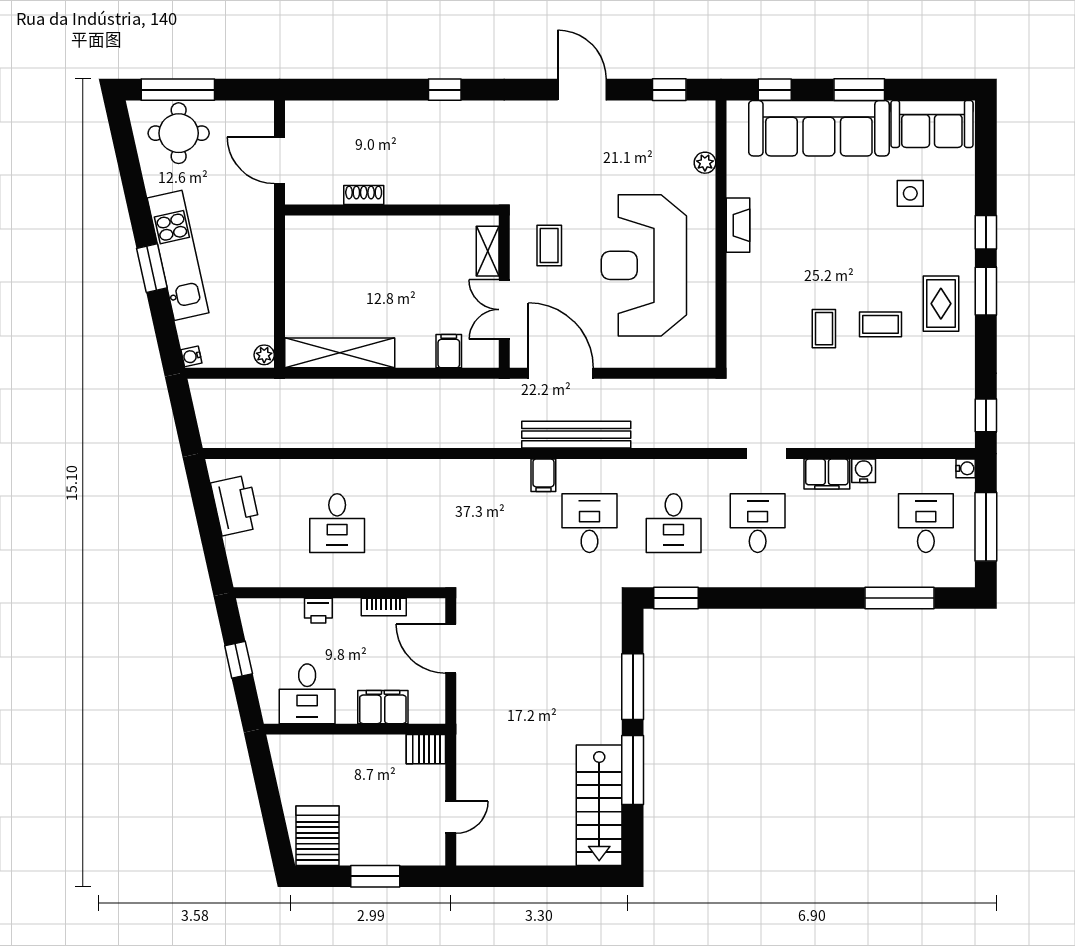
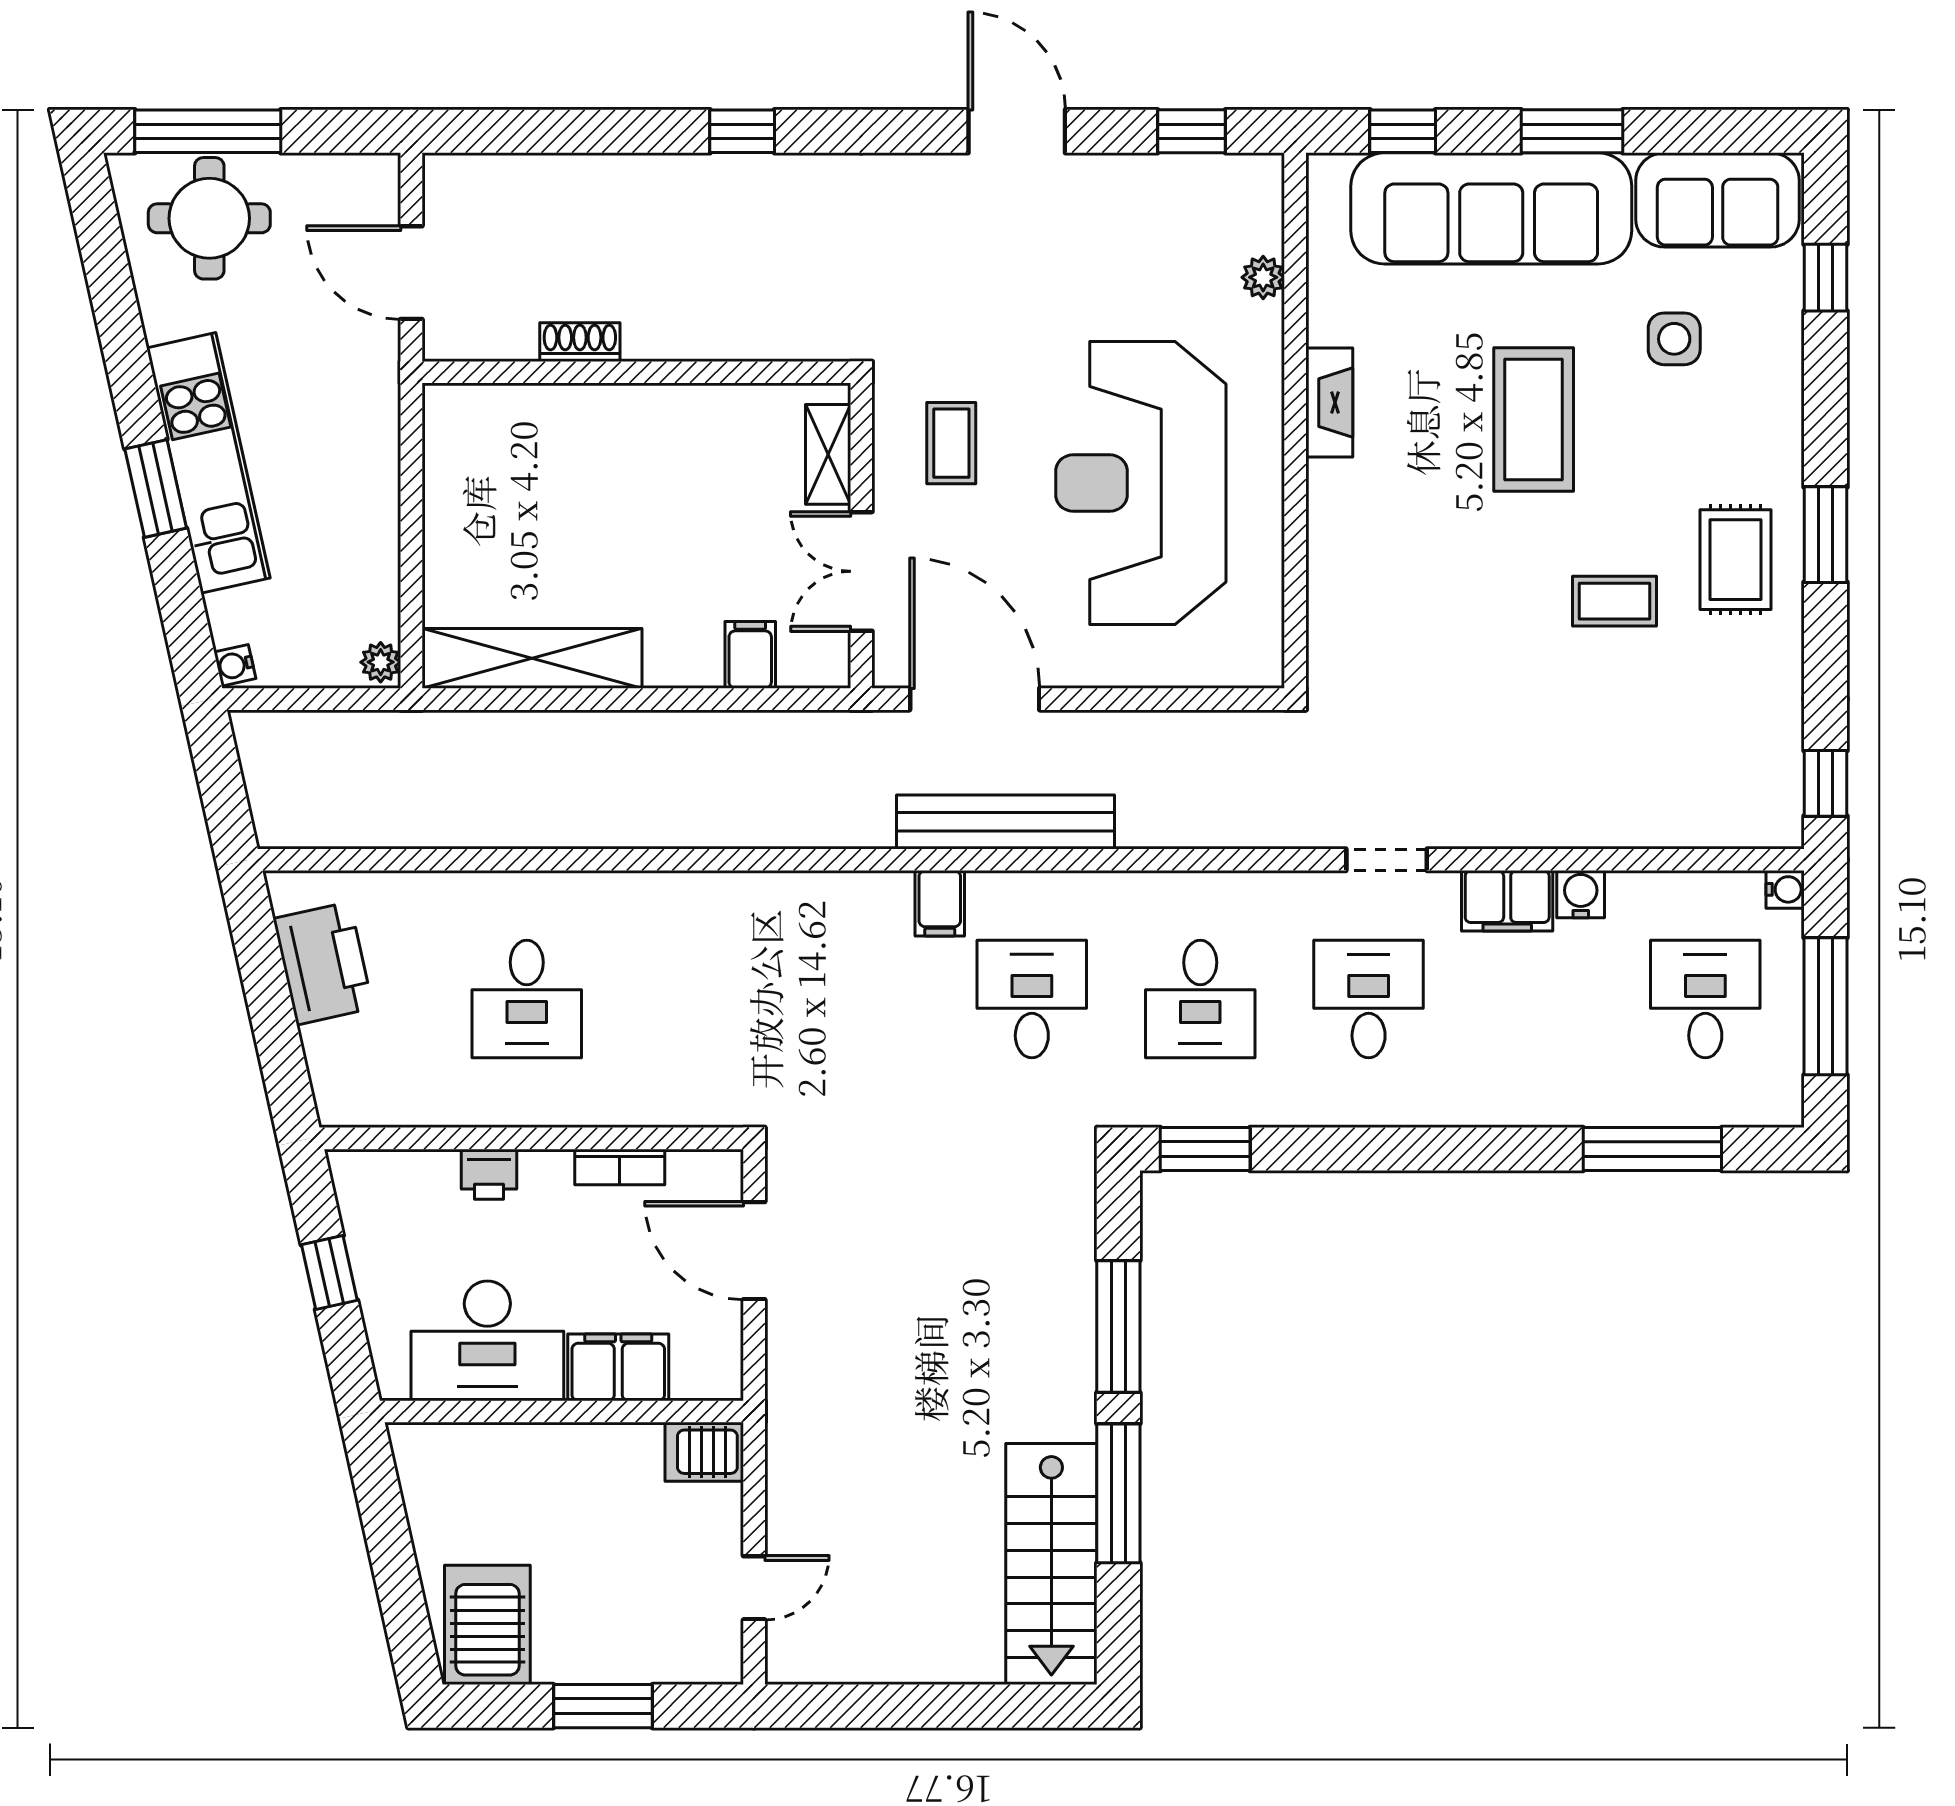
window: (986, 232) -> (1826, 278), moved
coffee table: (824, 329) -> (1534, 419), moved, width x1.86, depth x1.72
desk: (307, 694) -> (487, 1341), width x1.37

